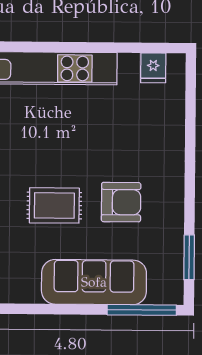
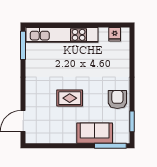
armchair: (121, 202) -> (117, 99), moved, turned -90
sofa: (94, 282) -> (95, 133), width x0.73

